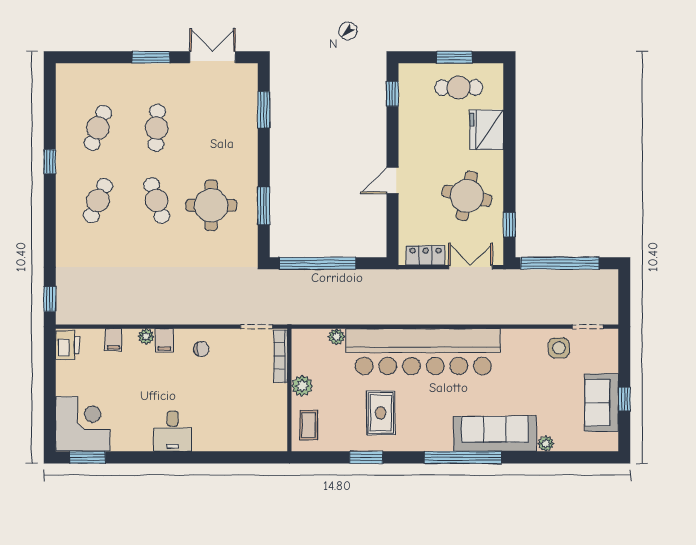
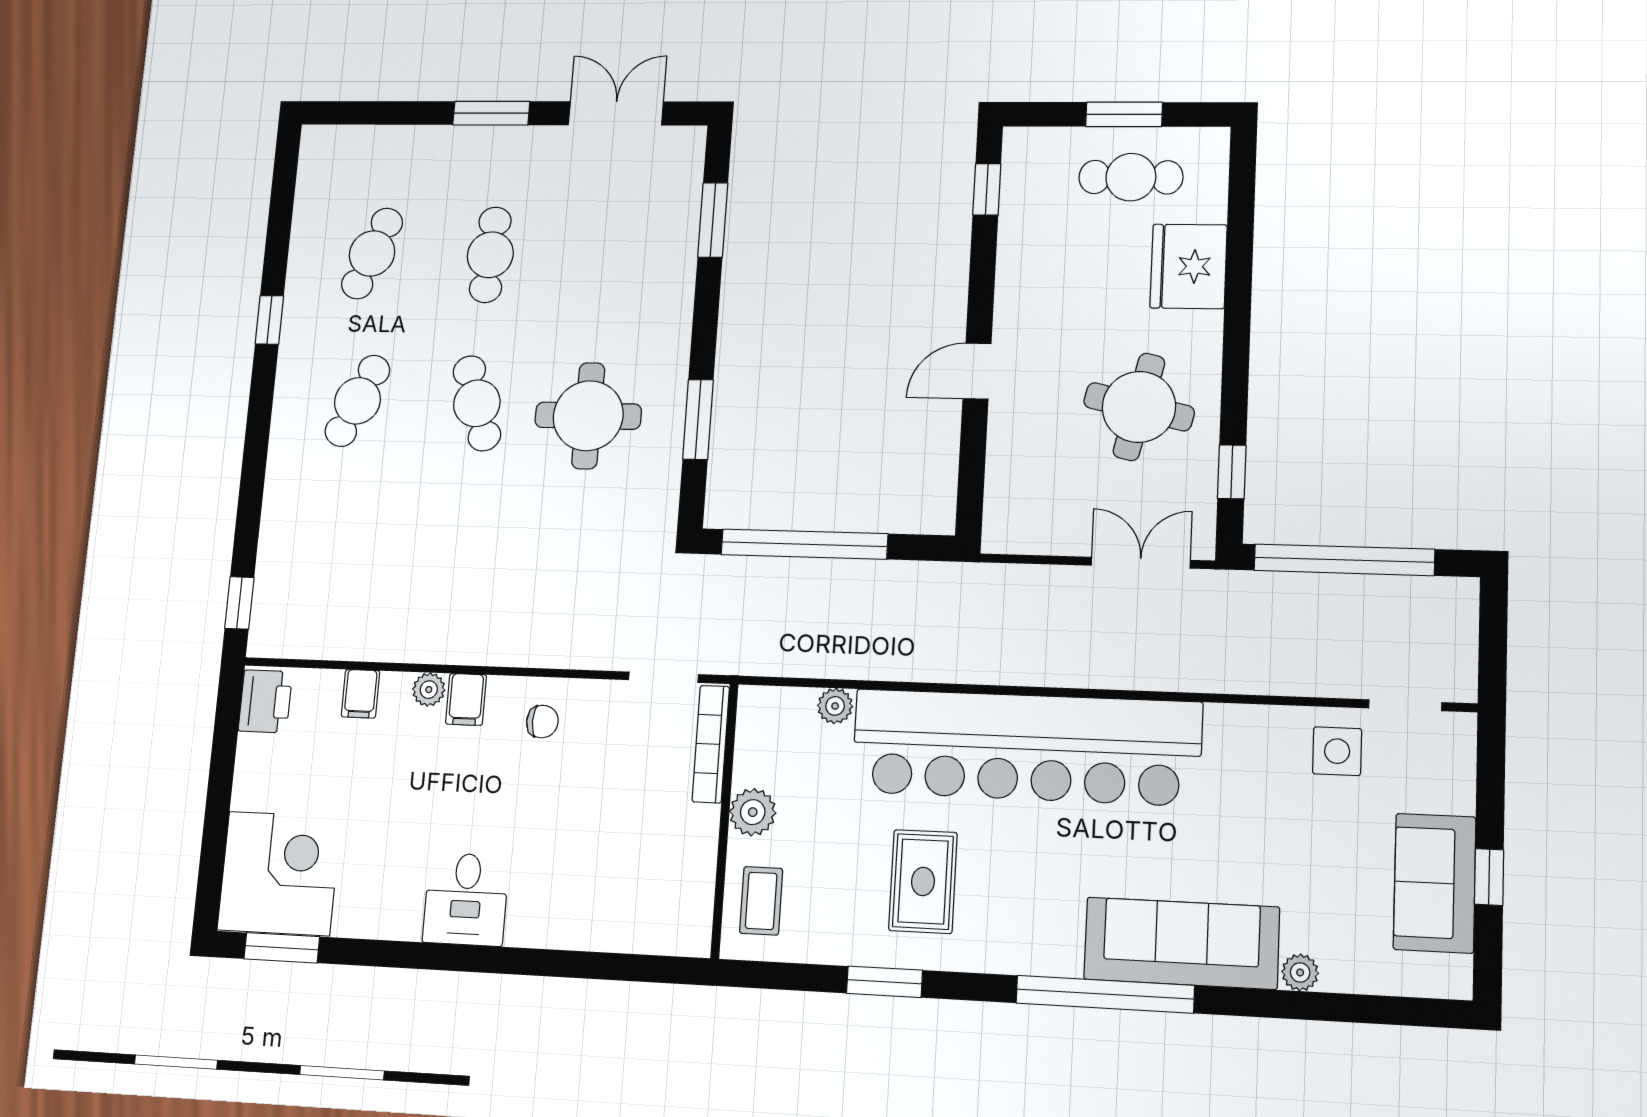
locker: (426, 255) -> (1041, 534), removed

